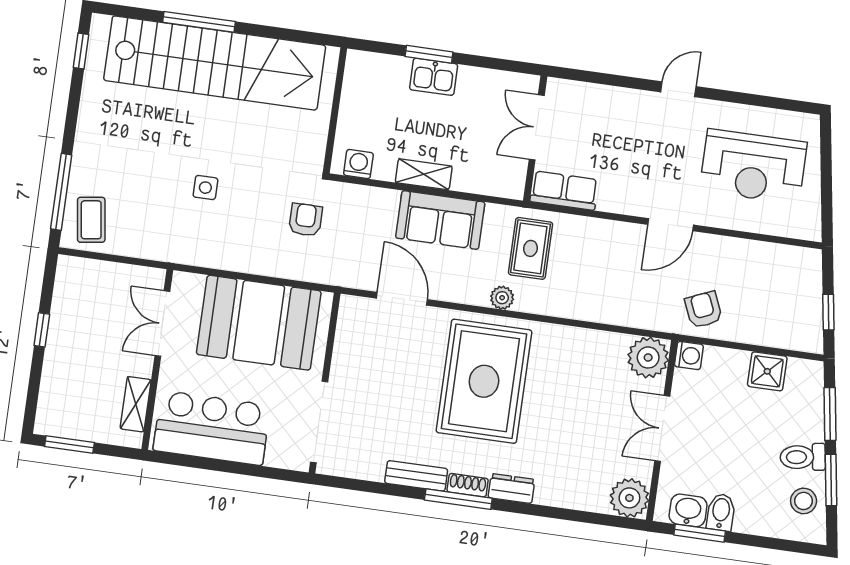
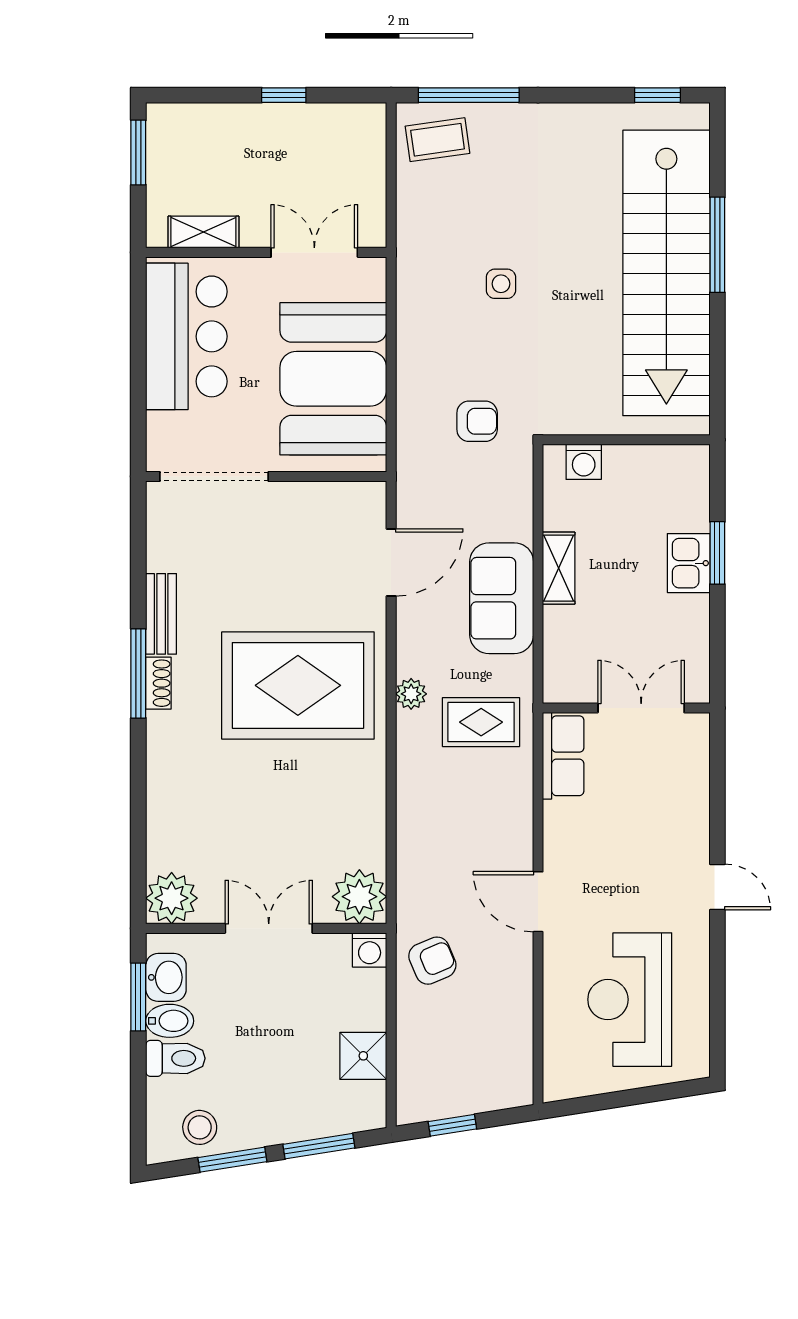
washing machine: (358, 164) -> (584, 462), moved, turned 90
toilet: (803, 457) -> (175, 1058), moved, turned 99
dresser: (511, 489) -> (162, 741), removed

